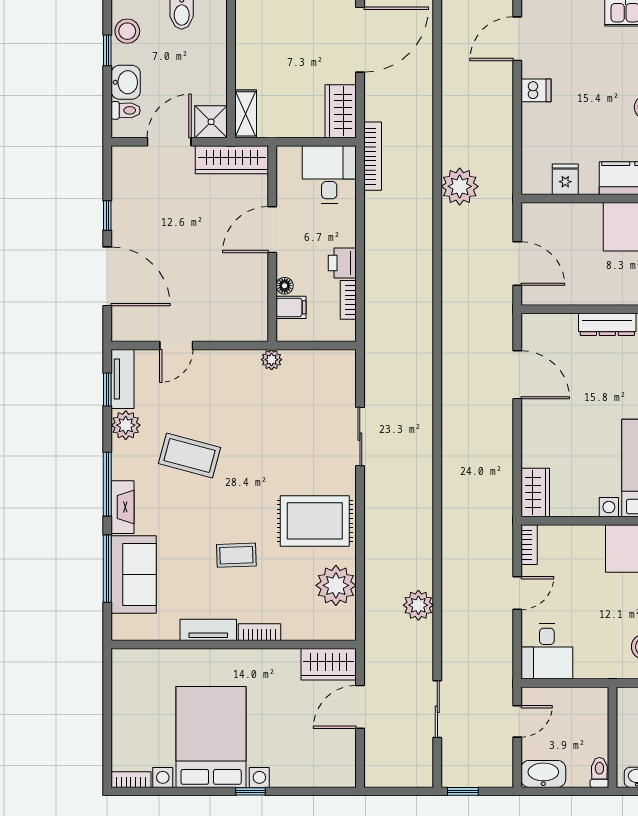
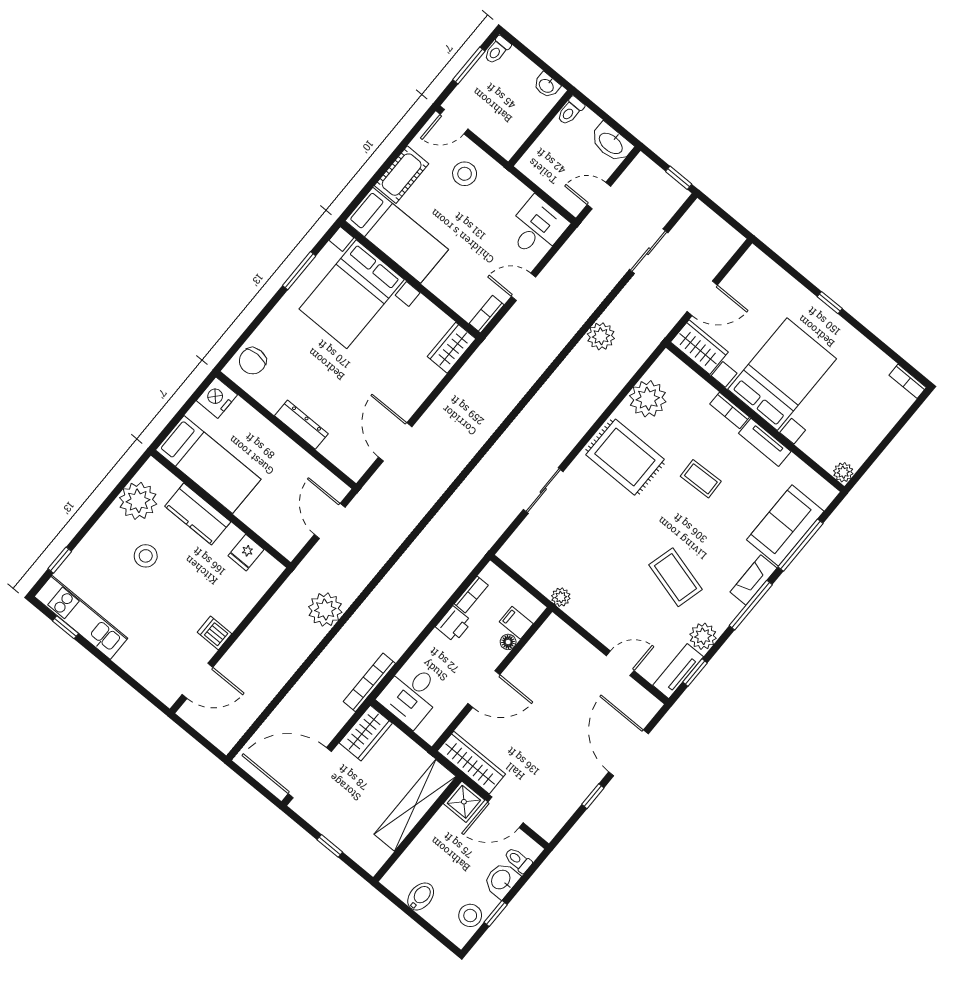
shelving: (246, 114) -> (415, 805), width x2.20, depth x1.33
plant: (122, 659) -> (843, 472), added
bed with nightstands: (211, 737) -> (782, 374), moved, turned 180

